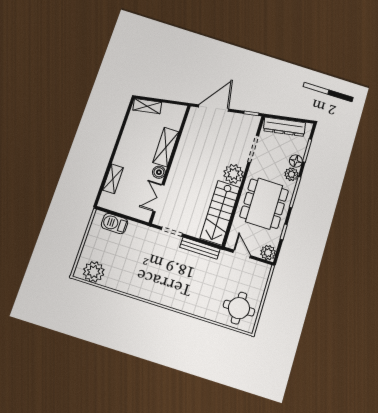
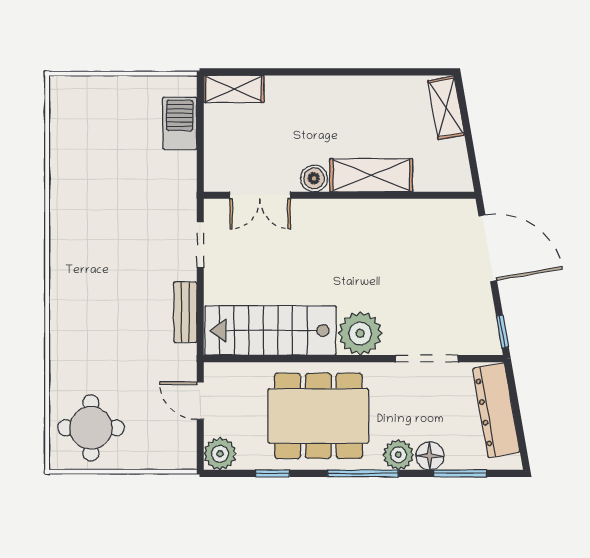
shelving: (113, 179) -> (234, 89), moved
double door: (159, 198) -> (260, 195), swing flipped
bench: (200, 248) -> (185, 312), width x0.73
door: (242, 254) -> (200, 401), swing flipped
plant: (94, 272) -> (71, 115), removed

